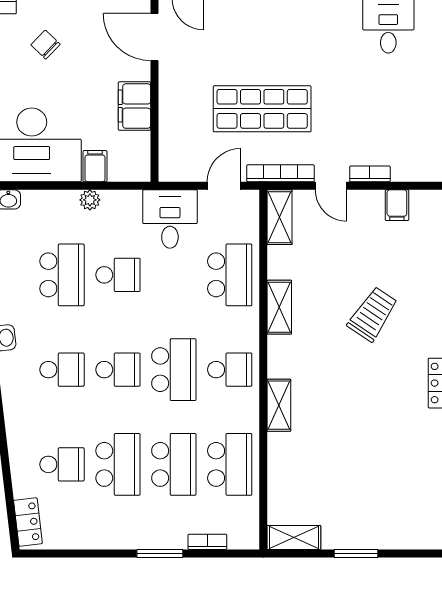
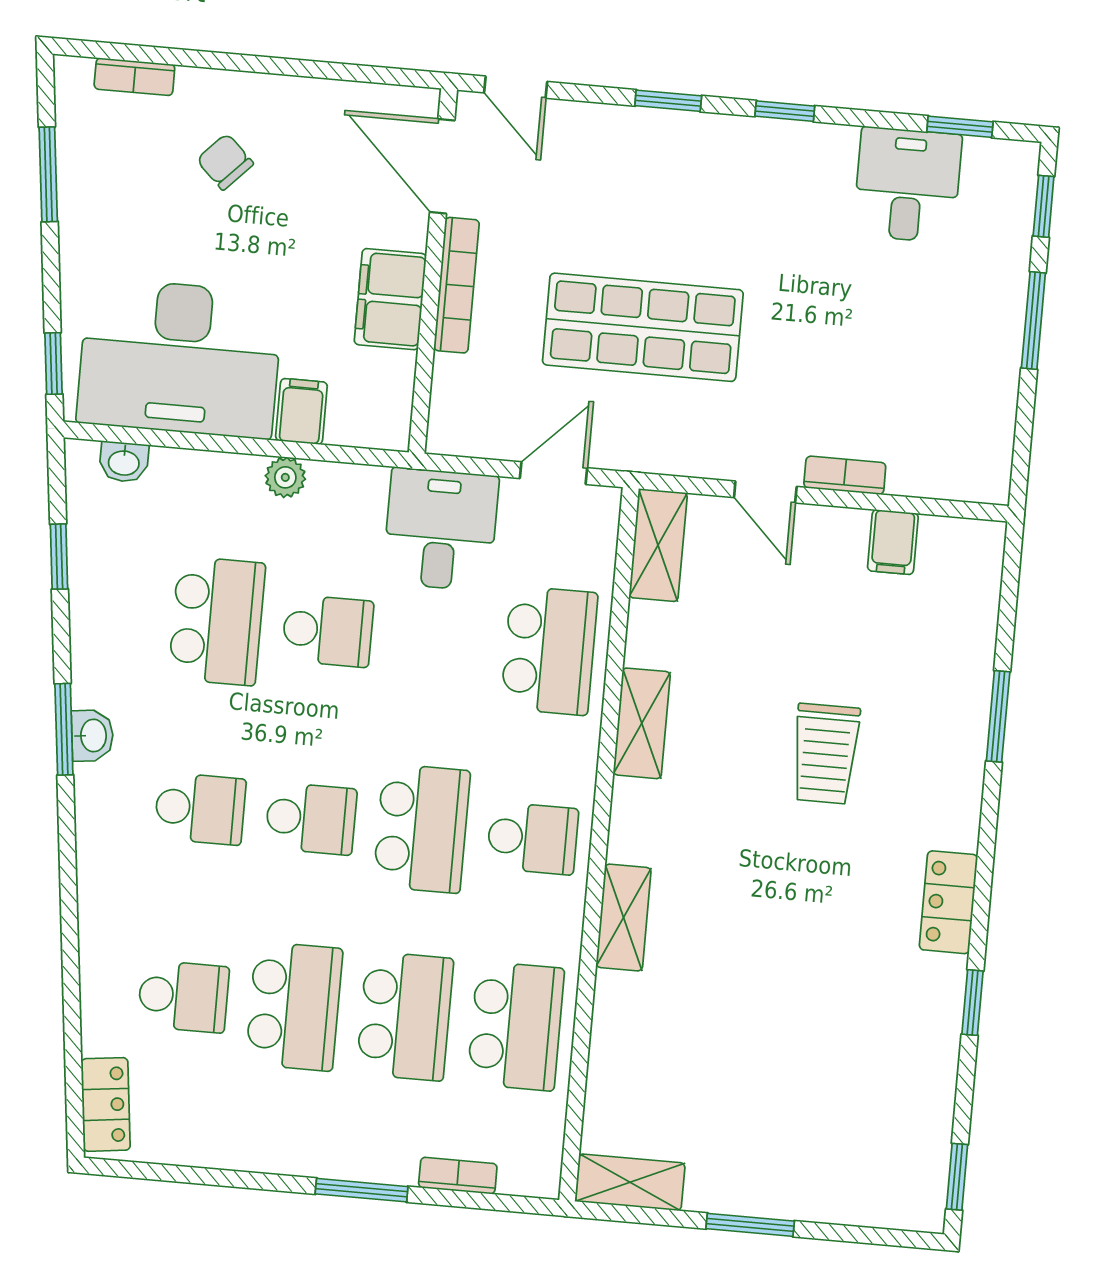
bookcase: (280, 173) -> (457, 285), moved, turned 90
trolley: (373, 314) -> (825, 754), turned 146

